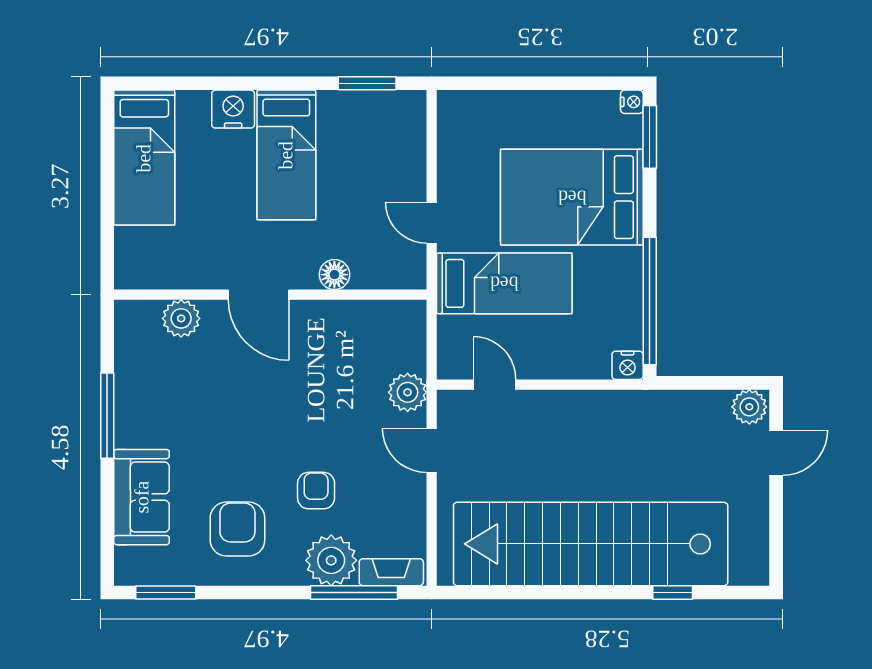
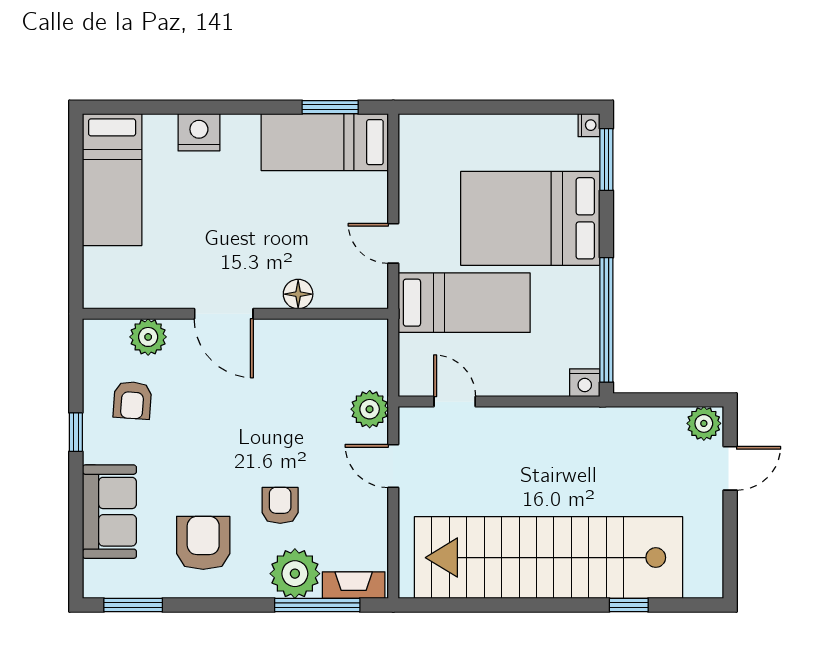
bed: (286, 155) -> (325, 142), moved, turned 90
armchair: (165, 383) -> (132, 400), added
window: (107, 416) -> (76, 432), width x0.46

